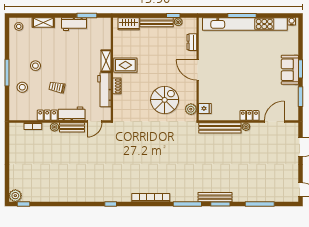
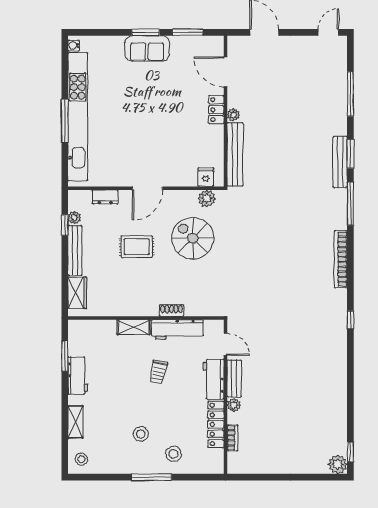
rug: (125, 65) -> (137, 247), moved, turned 90
trolley: (57, 87) -> (158, 372), moved
locker: (47, 115) -> (216, 424), width x1.53

